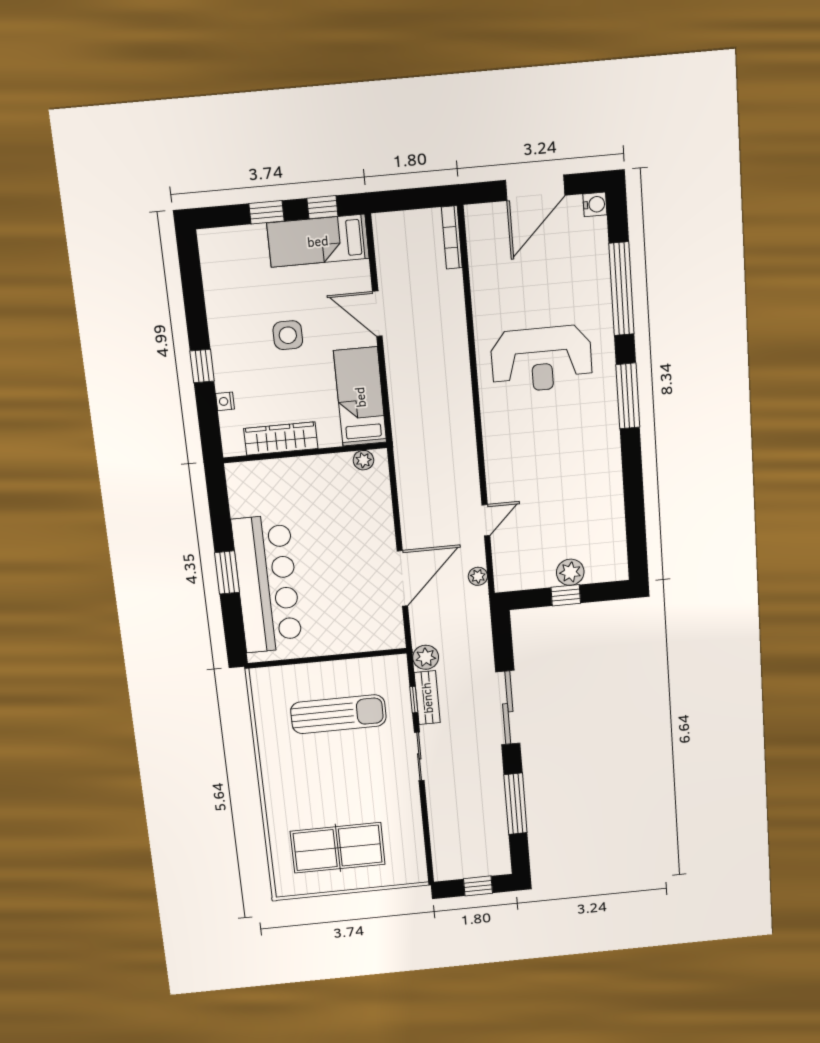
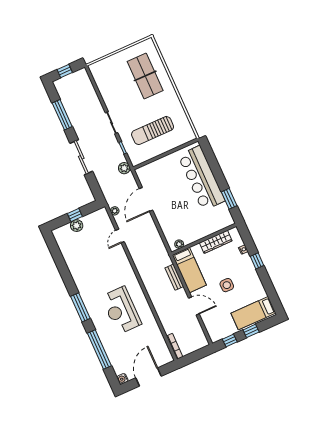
bed: (318, 241) -> (253, 313), moved, turned 180
reception desk: (541, 359) -> (121, 310), turned -90
window: (227, 573) -> (229, 199), moved
bench: (427, 698) -> (174, 277), moved
table tennis table: (338, 848) -> (145, 76), moved, turned 90

